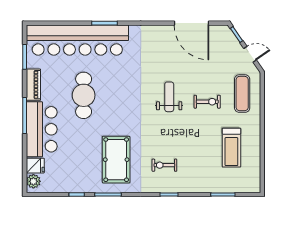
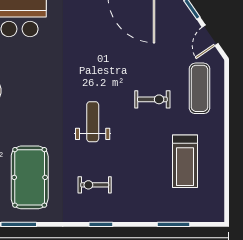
door: (250, 54) -> (210, 35), swing flipped
weight bench: (169, 97) -> (93, 122), moved

